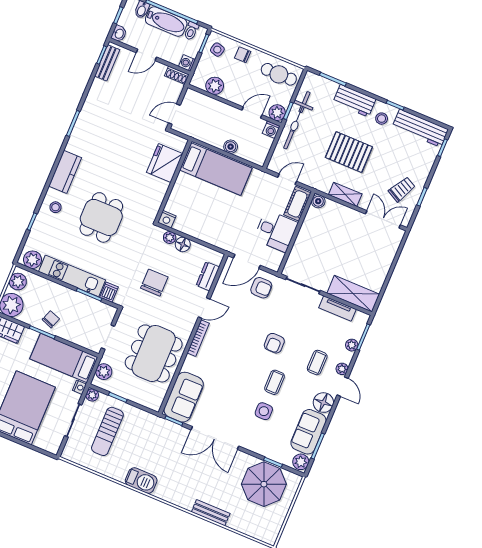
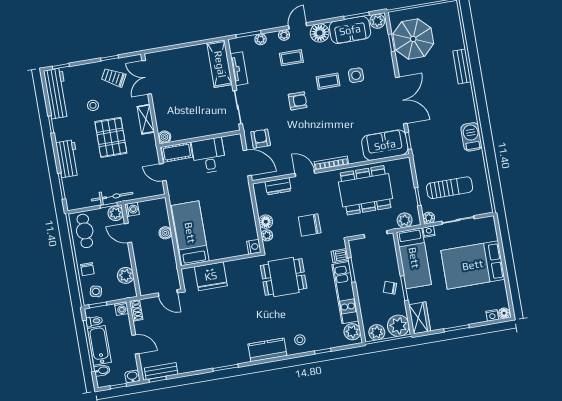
stool: (382, 119) -> (93, 105), moved
bicycle: (297, 120) -> (112, 197), width x0.73, depth x0.71
dining table: (101, 217) -> (284, 277), moved

